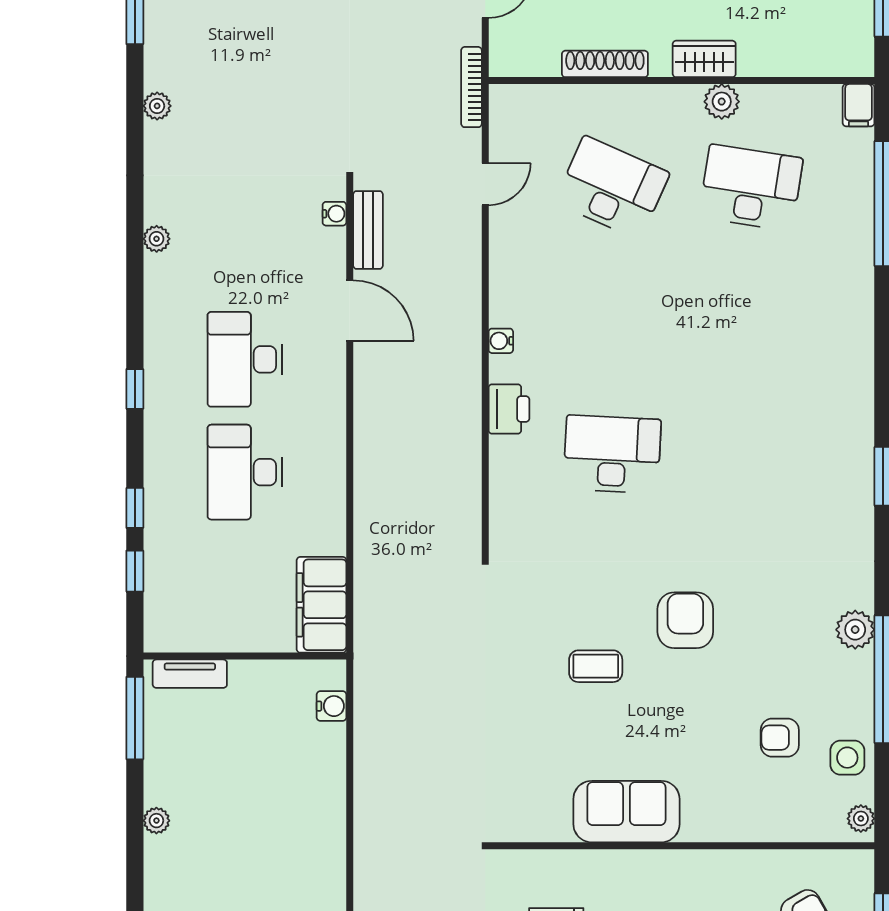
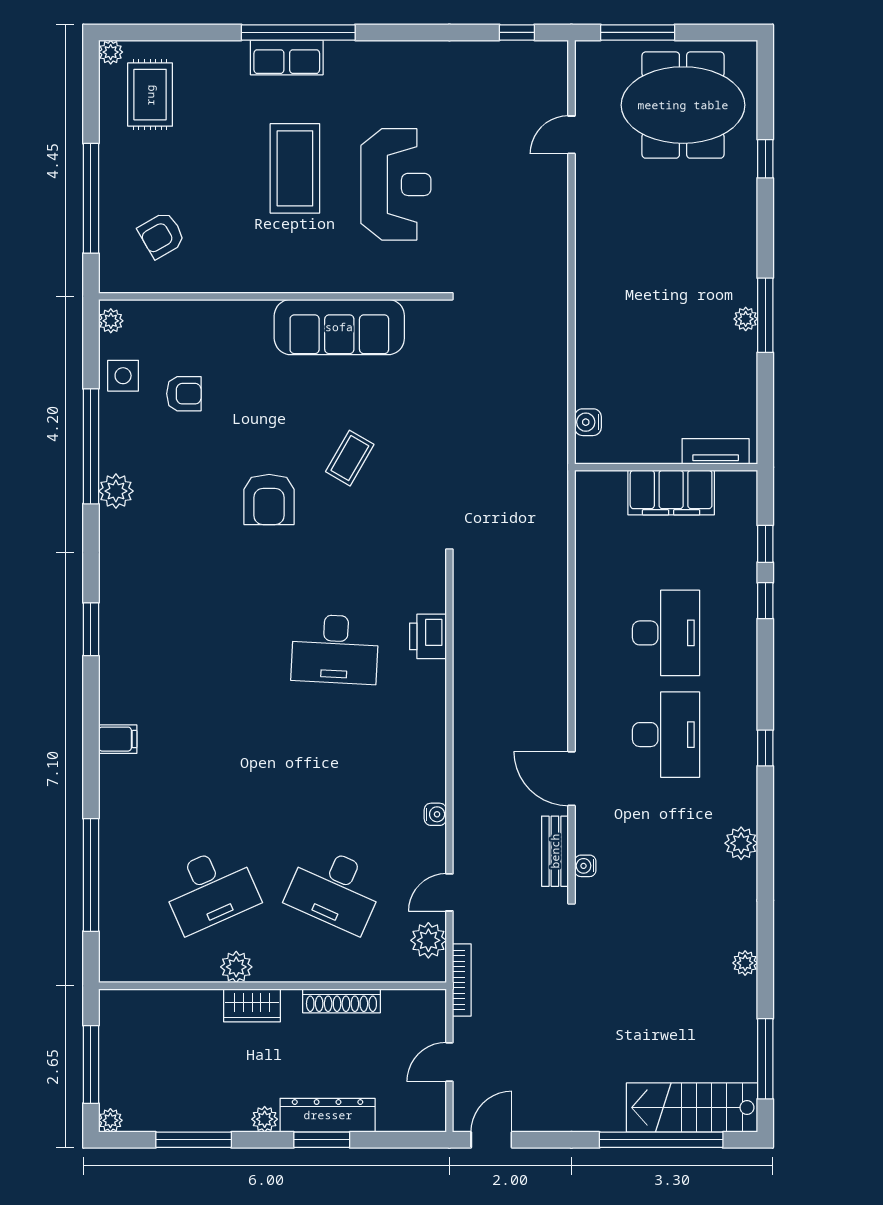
filing cabinet: (859, 105) -> (118, 739), moved, turned 90
plant: (508, 131) -> (428, 940), added
desk: (751, 188) -> (210, 889), turned -33
plant: (157, 239) -> (741, 843), width x1.38, depth x1.38
water cooler: (501, 341) -> (435, 814), moved
window: (135, 389) -> (765, 748), moved
printer: (509, 409) -> (428, 636), moved
filing cabinet: (322, 605) -> (671, 493), moved, turned 90
coffee table: (596, 666) -> (350, 458), turned -60
window: (135, 718) -> (765, 315), moved
sofa: (626, 812) -> (339, 327), width x1.36

